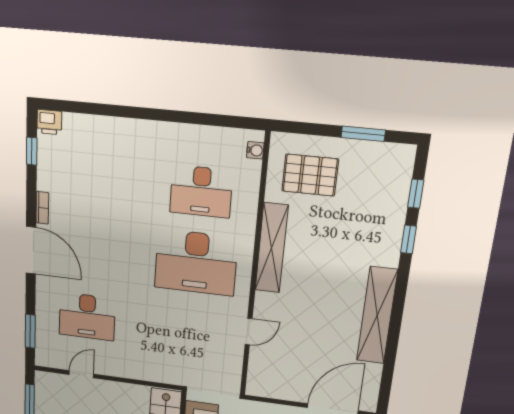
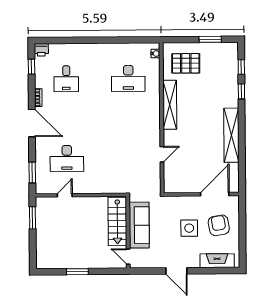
desk: (196, 263) -> (66, 79), moved, width x0.53, depth x0.77

